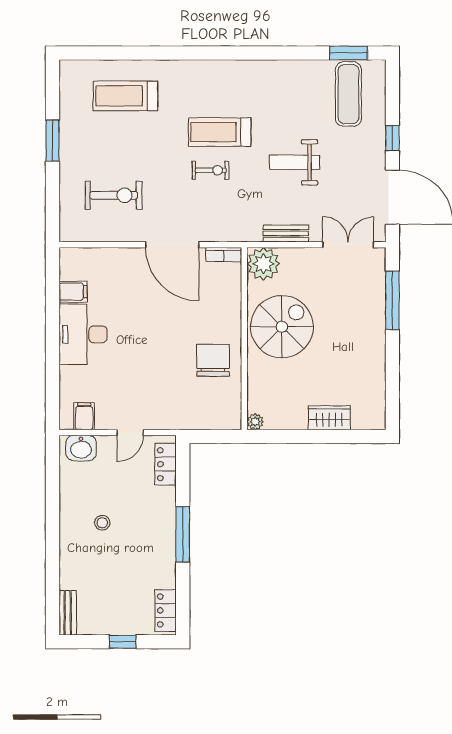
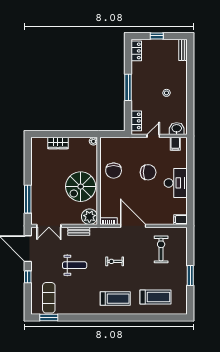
treadmill: (220, 132) -> (115, 299), moved
exercise bike: (114, 195) -> (161, 249), turned 90
filing cabinet: (73, 292) -> (180, 220), moved
chair: (141, 357) -> (148, 172), added

